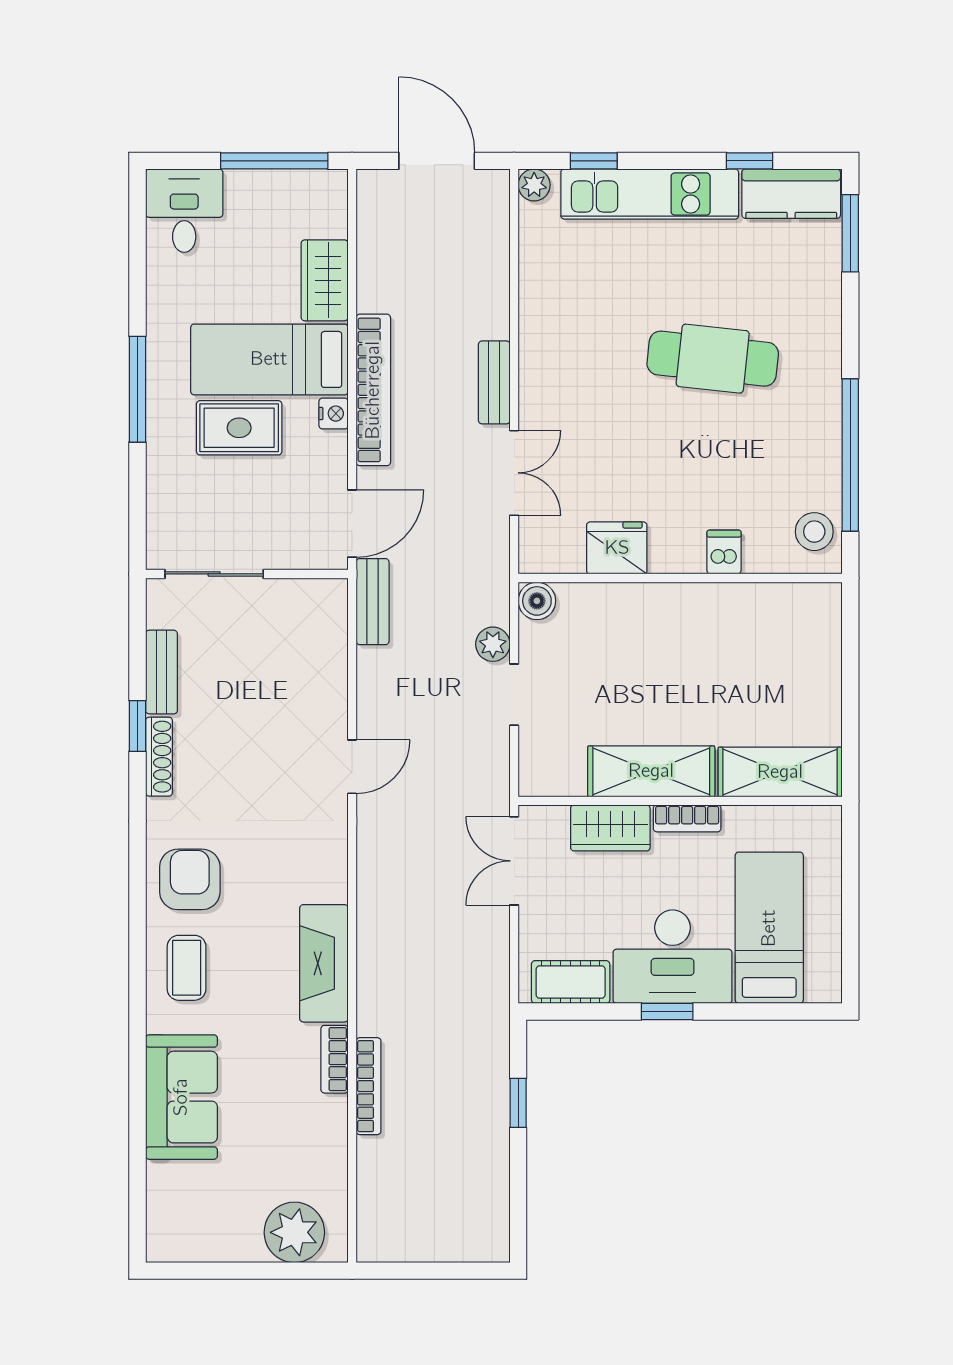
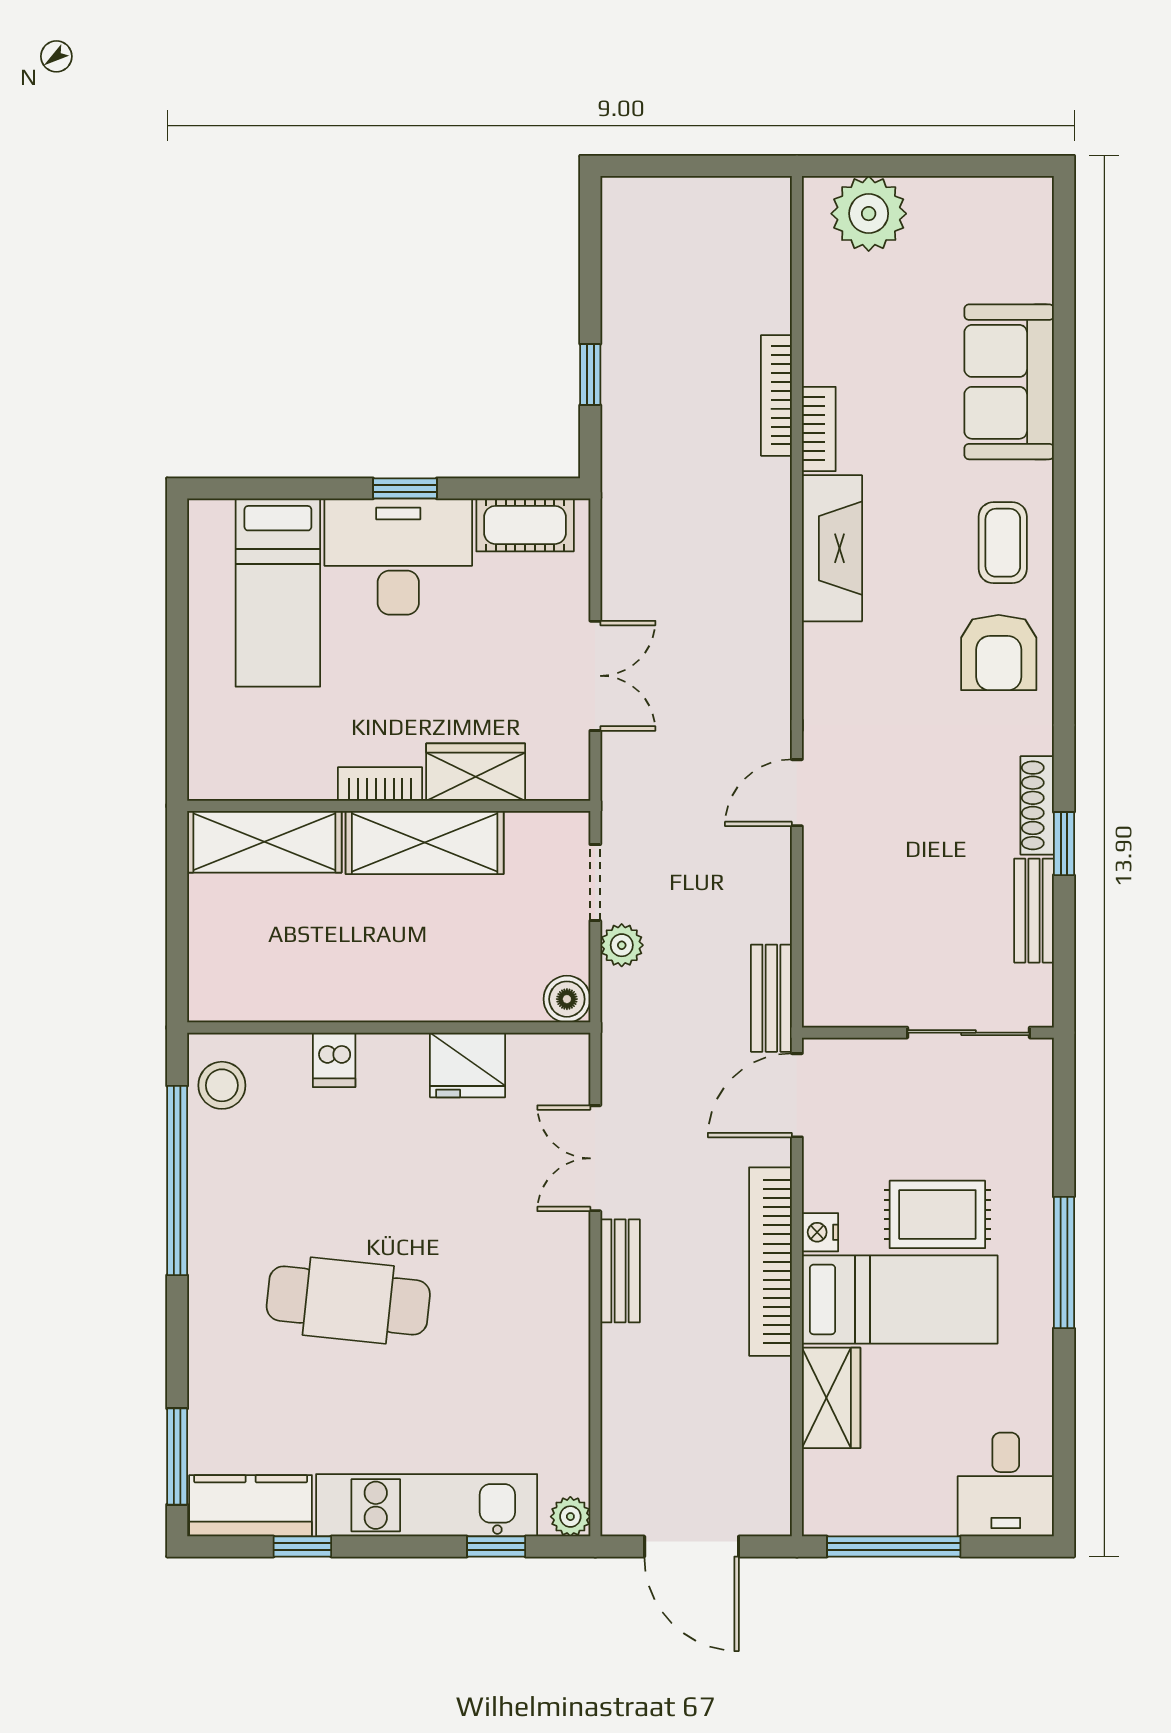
shelving: (651, 771) -> (425, 842), moved
shelving: (780, 772) -> (264, 842), moved
wall: (680, 801) -> (389, 806), moved
bookcase: (687, 818) -> (380, 784), moved
wardrobe: (610, 828) -> (476, 772), moved

